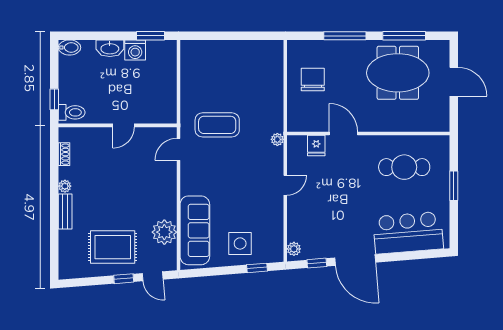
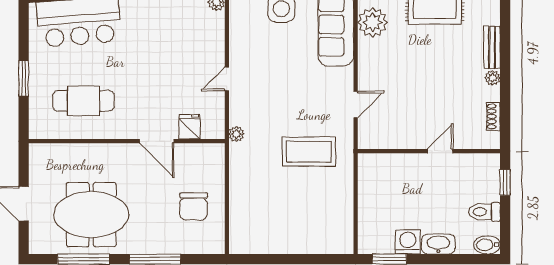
toilet: (72, 112) -> (484, 212), moved
door: (124, 125) -> (440, 151), moved
door: (178, 149) -> (356, 105), moved

